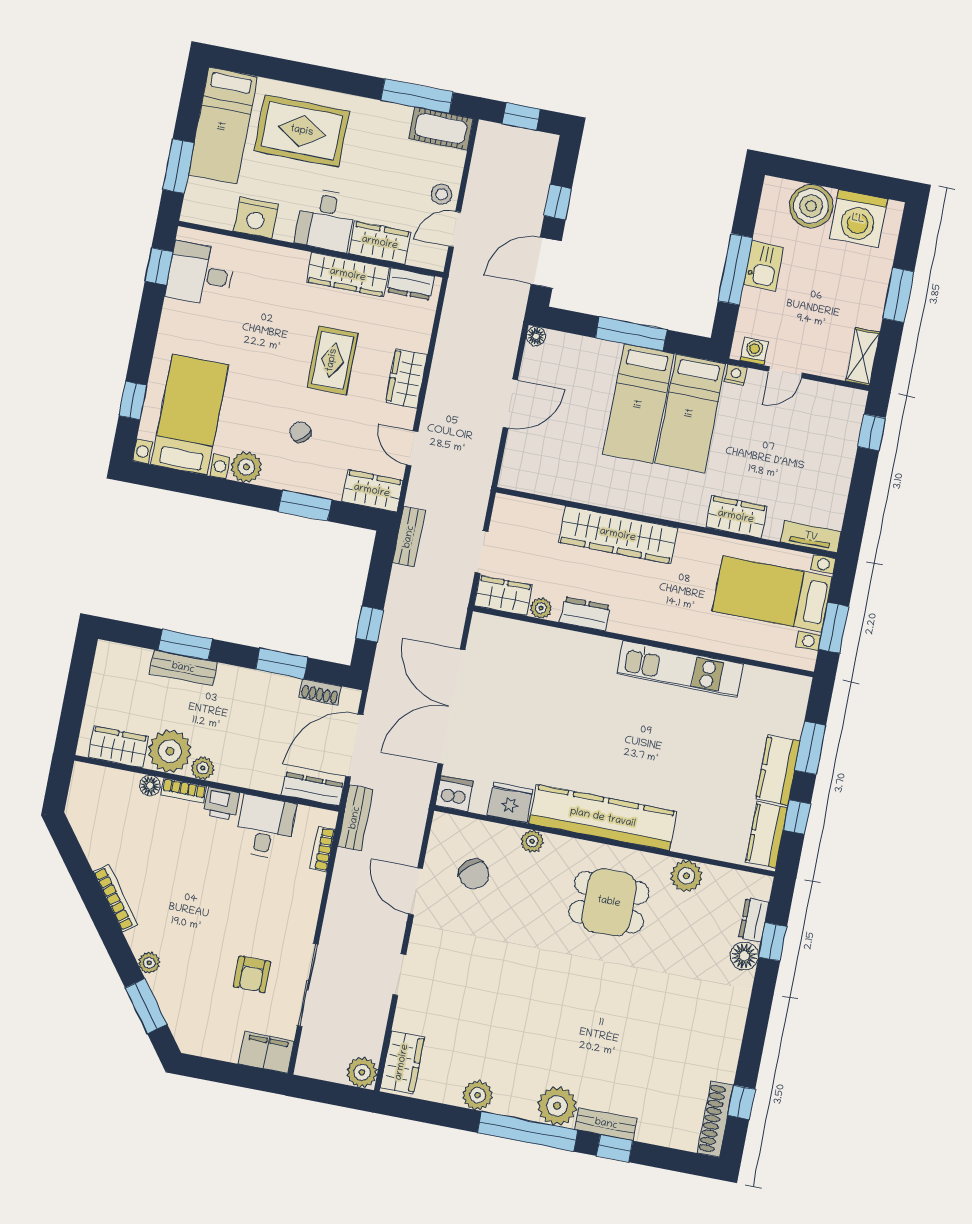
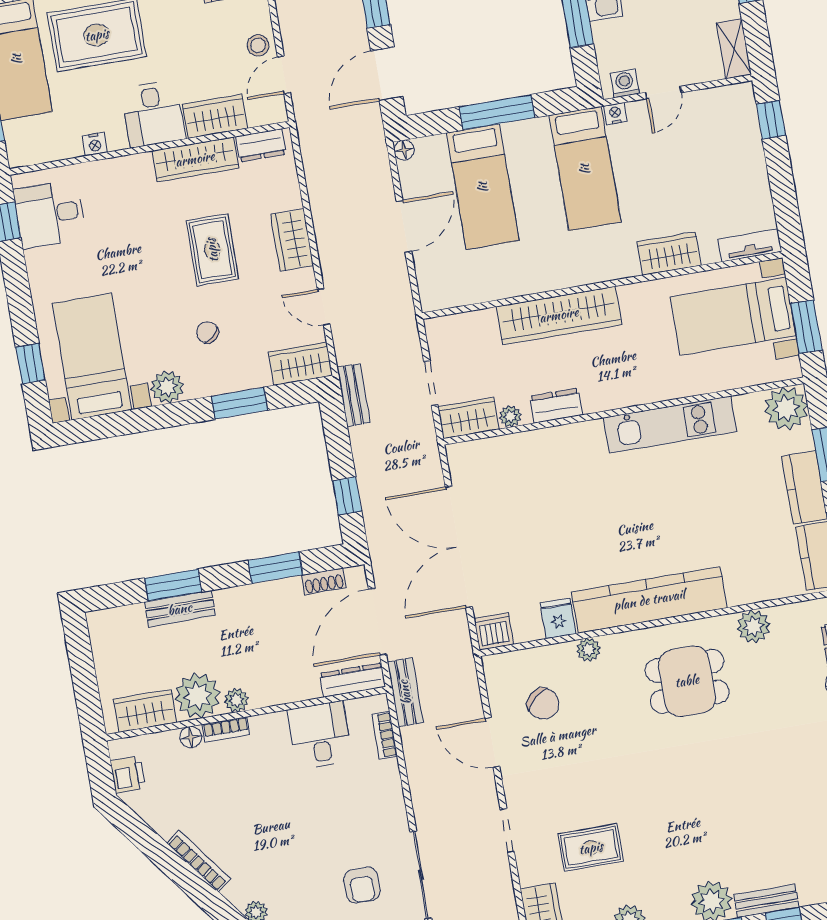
nightstand: (256, 218) -> (95, 144), width x0.53, depth x0.56
bed: (639, 404) -> (483, 187), moved
plant: (789, 694) -> (786, 408), added
fridge: (510, 802) -> (558, 619), width x0.72
printer: (222, 804) -> (128, 774), moved, turned -90
rug: (468, 1018) -> (591, 848), added

